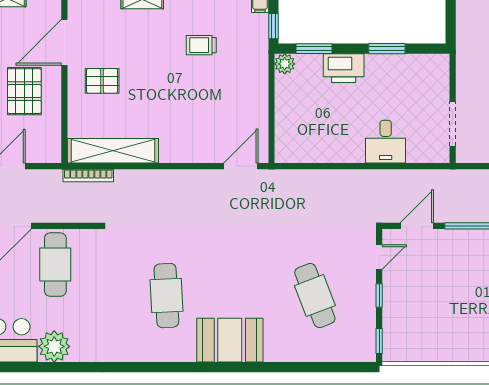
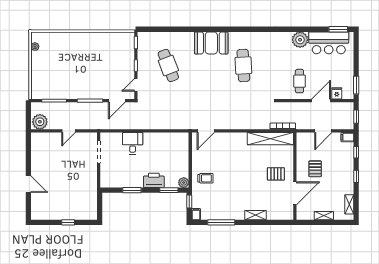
trolley: (201, 45) -> (205, 178), moved
pallet: (24, 91) -> (315, 169), width x0.67, depth x0.71
cafe table: (55, 265) -> (299, 81), width x0.73, depth x0.74

